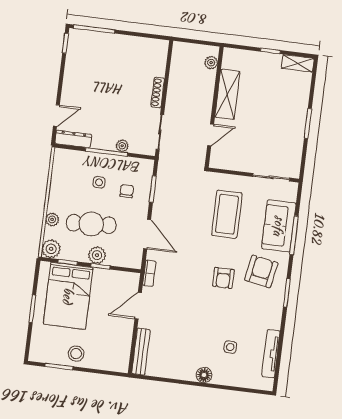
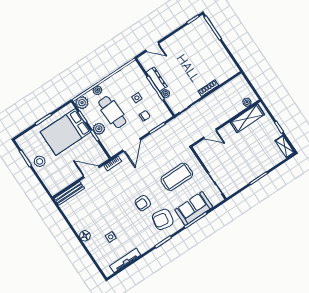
shelving: (227, 94) -> (247, 118), moved
dresser: (73, 139) -> (157, 79), moved
armchair: (261, 271) -> (163, 219), turned 180

